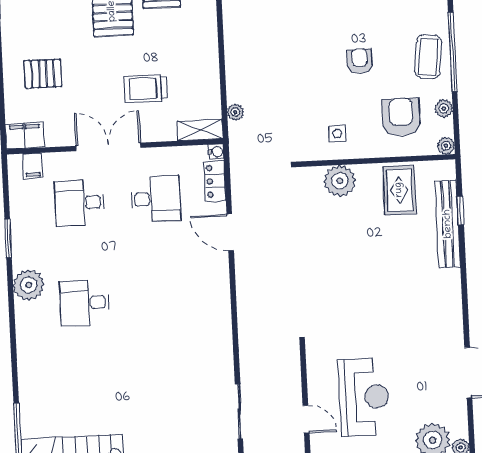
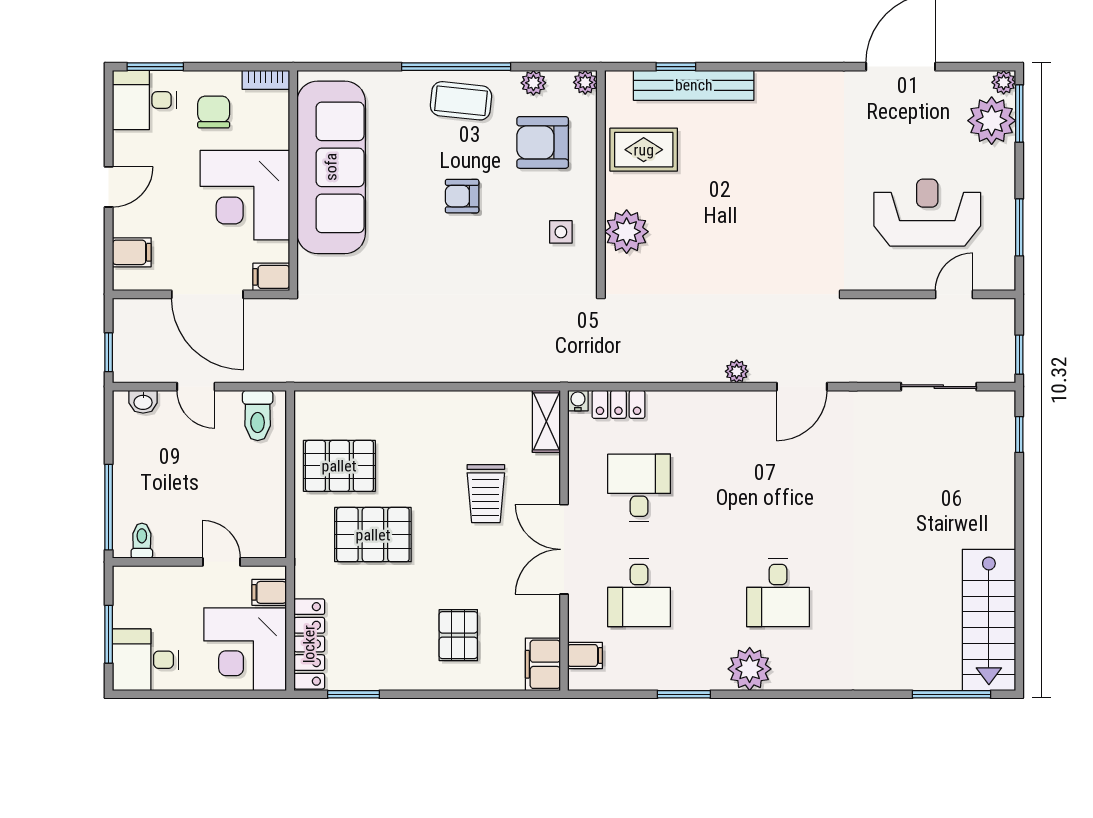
plant: (235, 112) -> (737, 371), moved
door: (230, 232) -> (802, 387), moved

